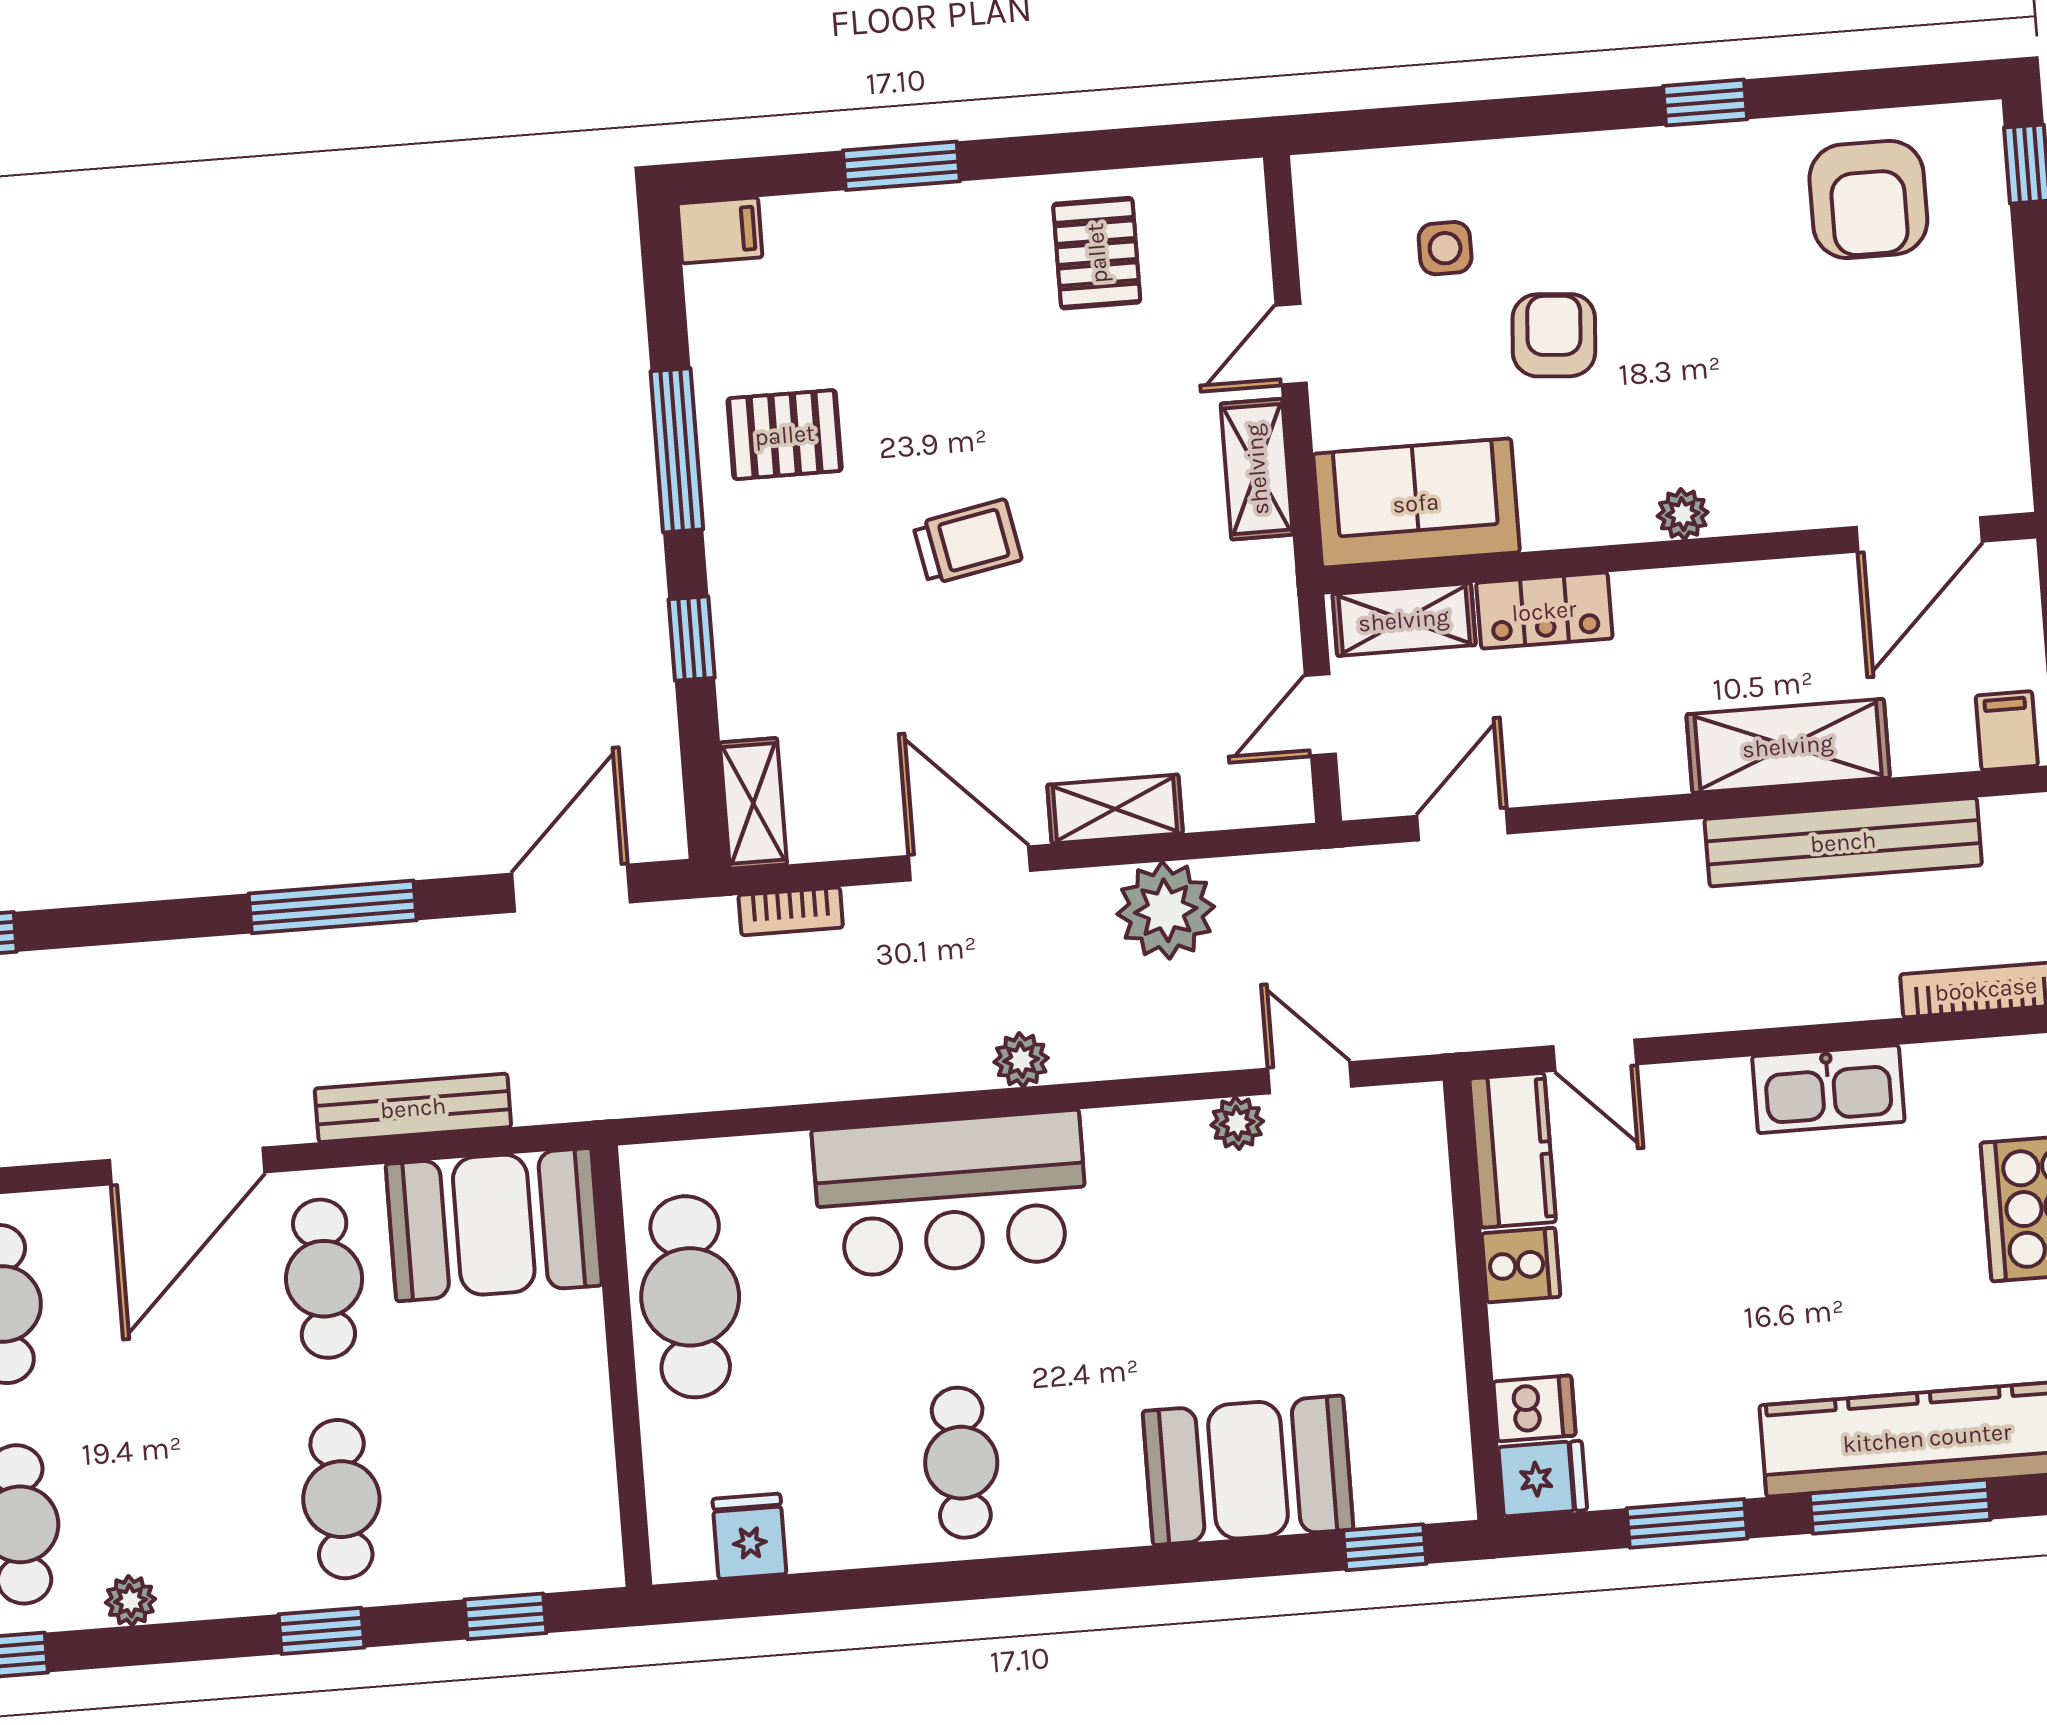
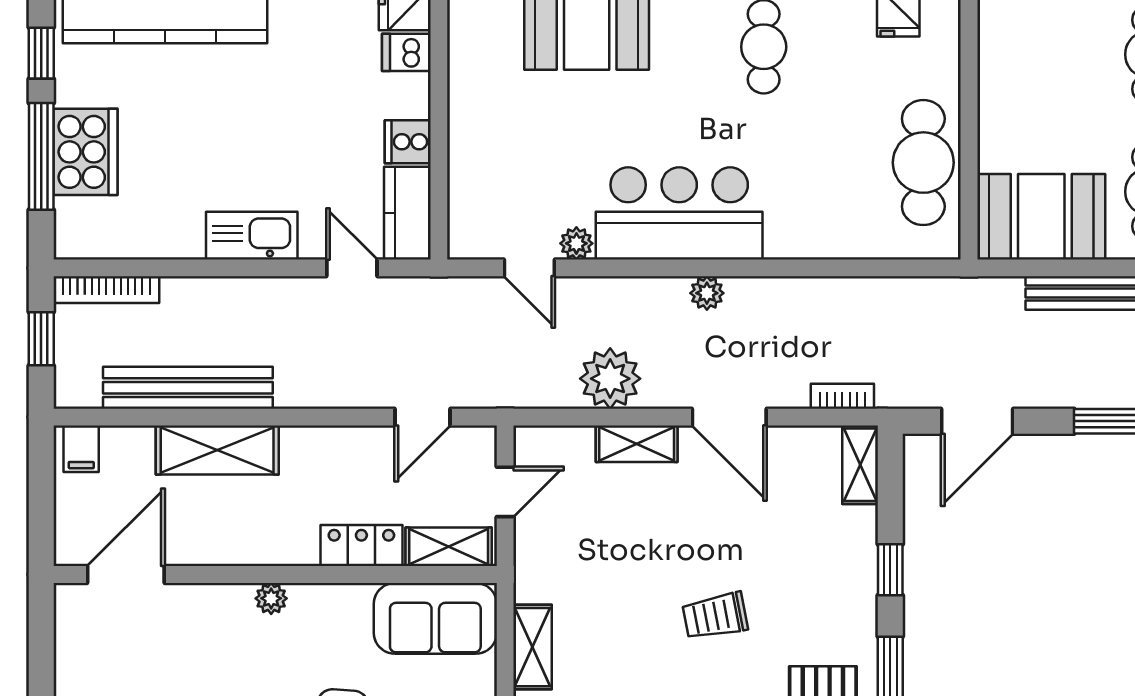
kitchen sink: (1828, 1089) -> (252, 236), moved
bar counter: (951, 1194) -> (679, 213), moved

